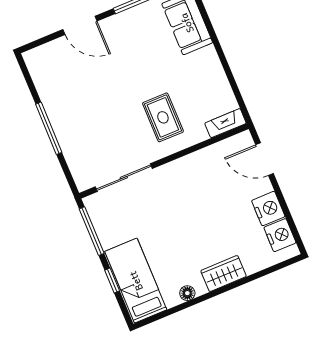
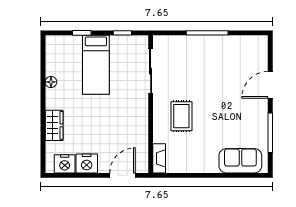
rug: (163, 117) -> (181, 116), turned 90
window: (92, 231) -> (122, 33), width x0.46
wardrobe: (224, 274) -> (54, 125), moved
bed: (136, 281) -> (96, 65), moved, turned 90

